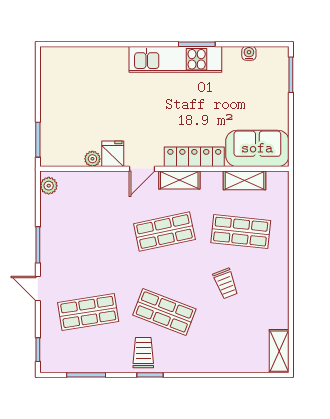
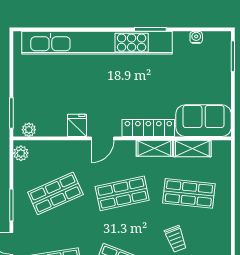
kitchen unit: (175, 59) -> (97, 43), width x1.86
plant: (92, 159) -> (29, 130), moved
shelving: (179, 180) -> (154, 148), moved
shop shelf: (88, 232) -> (55, 193), added

